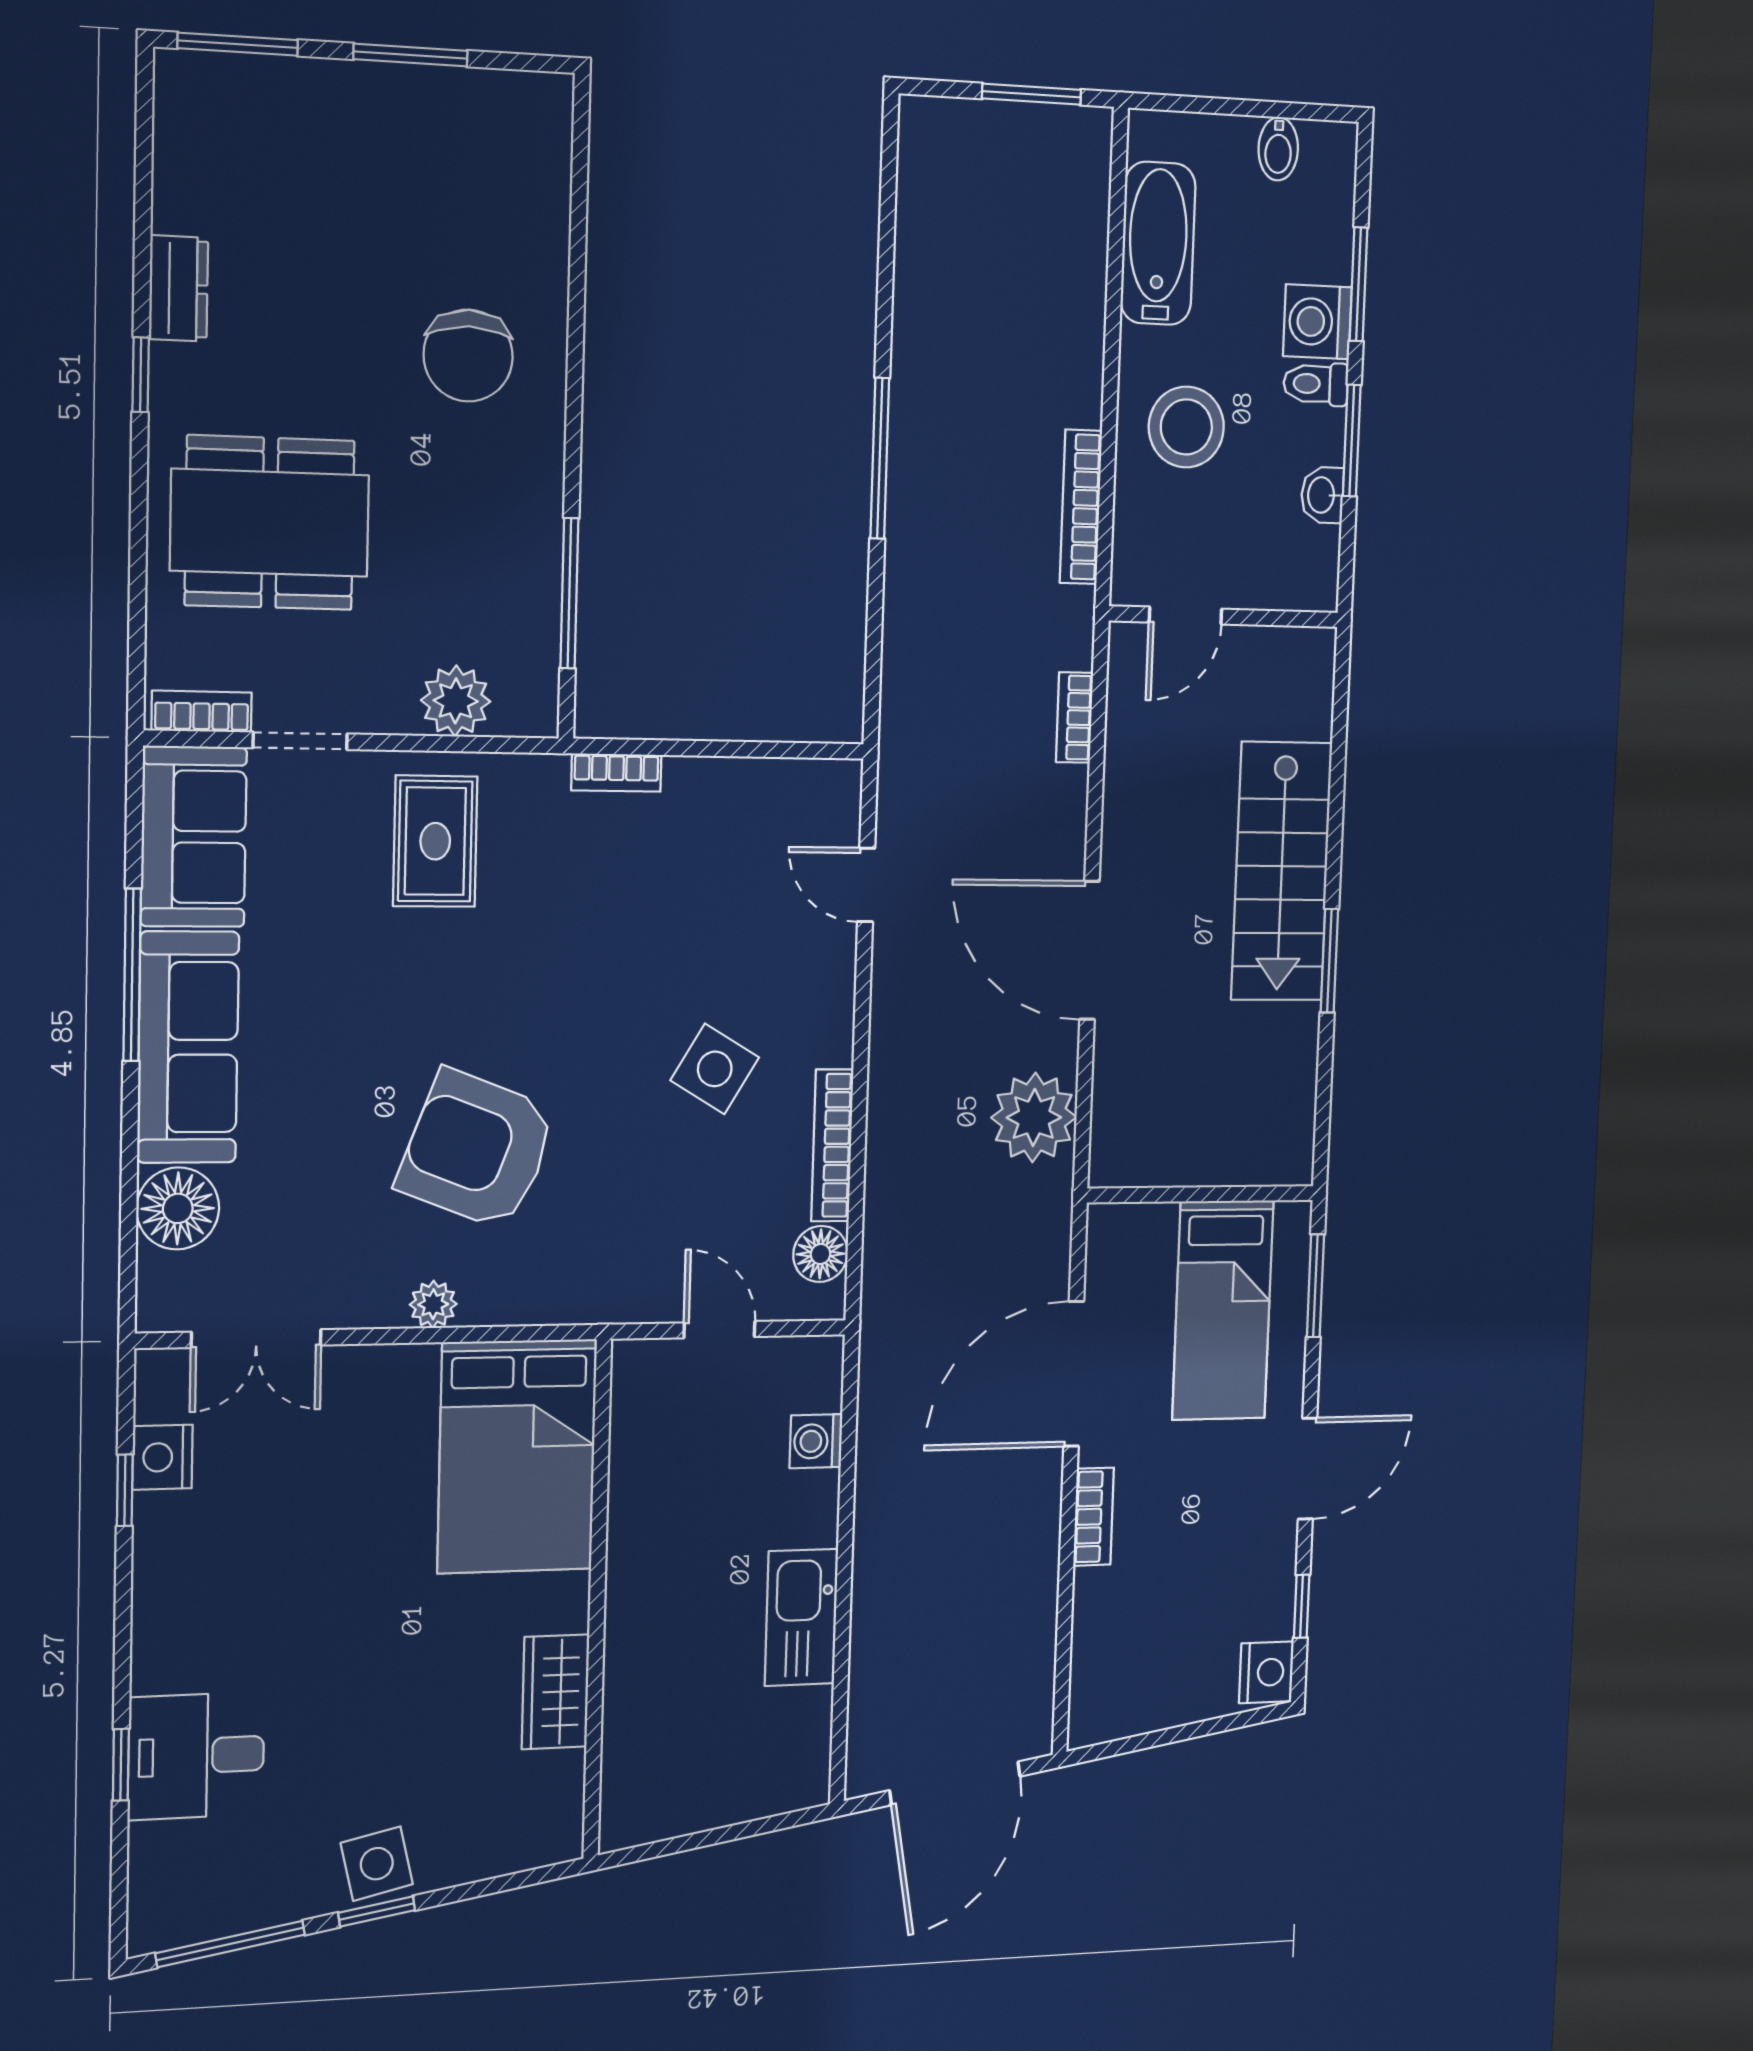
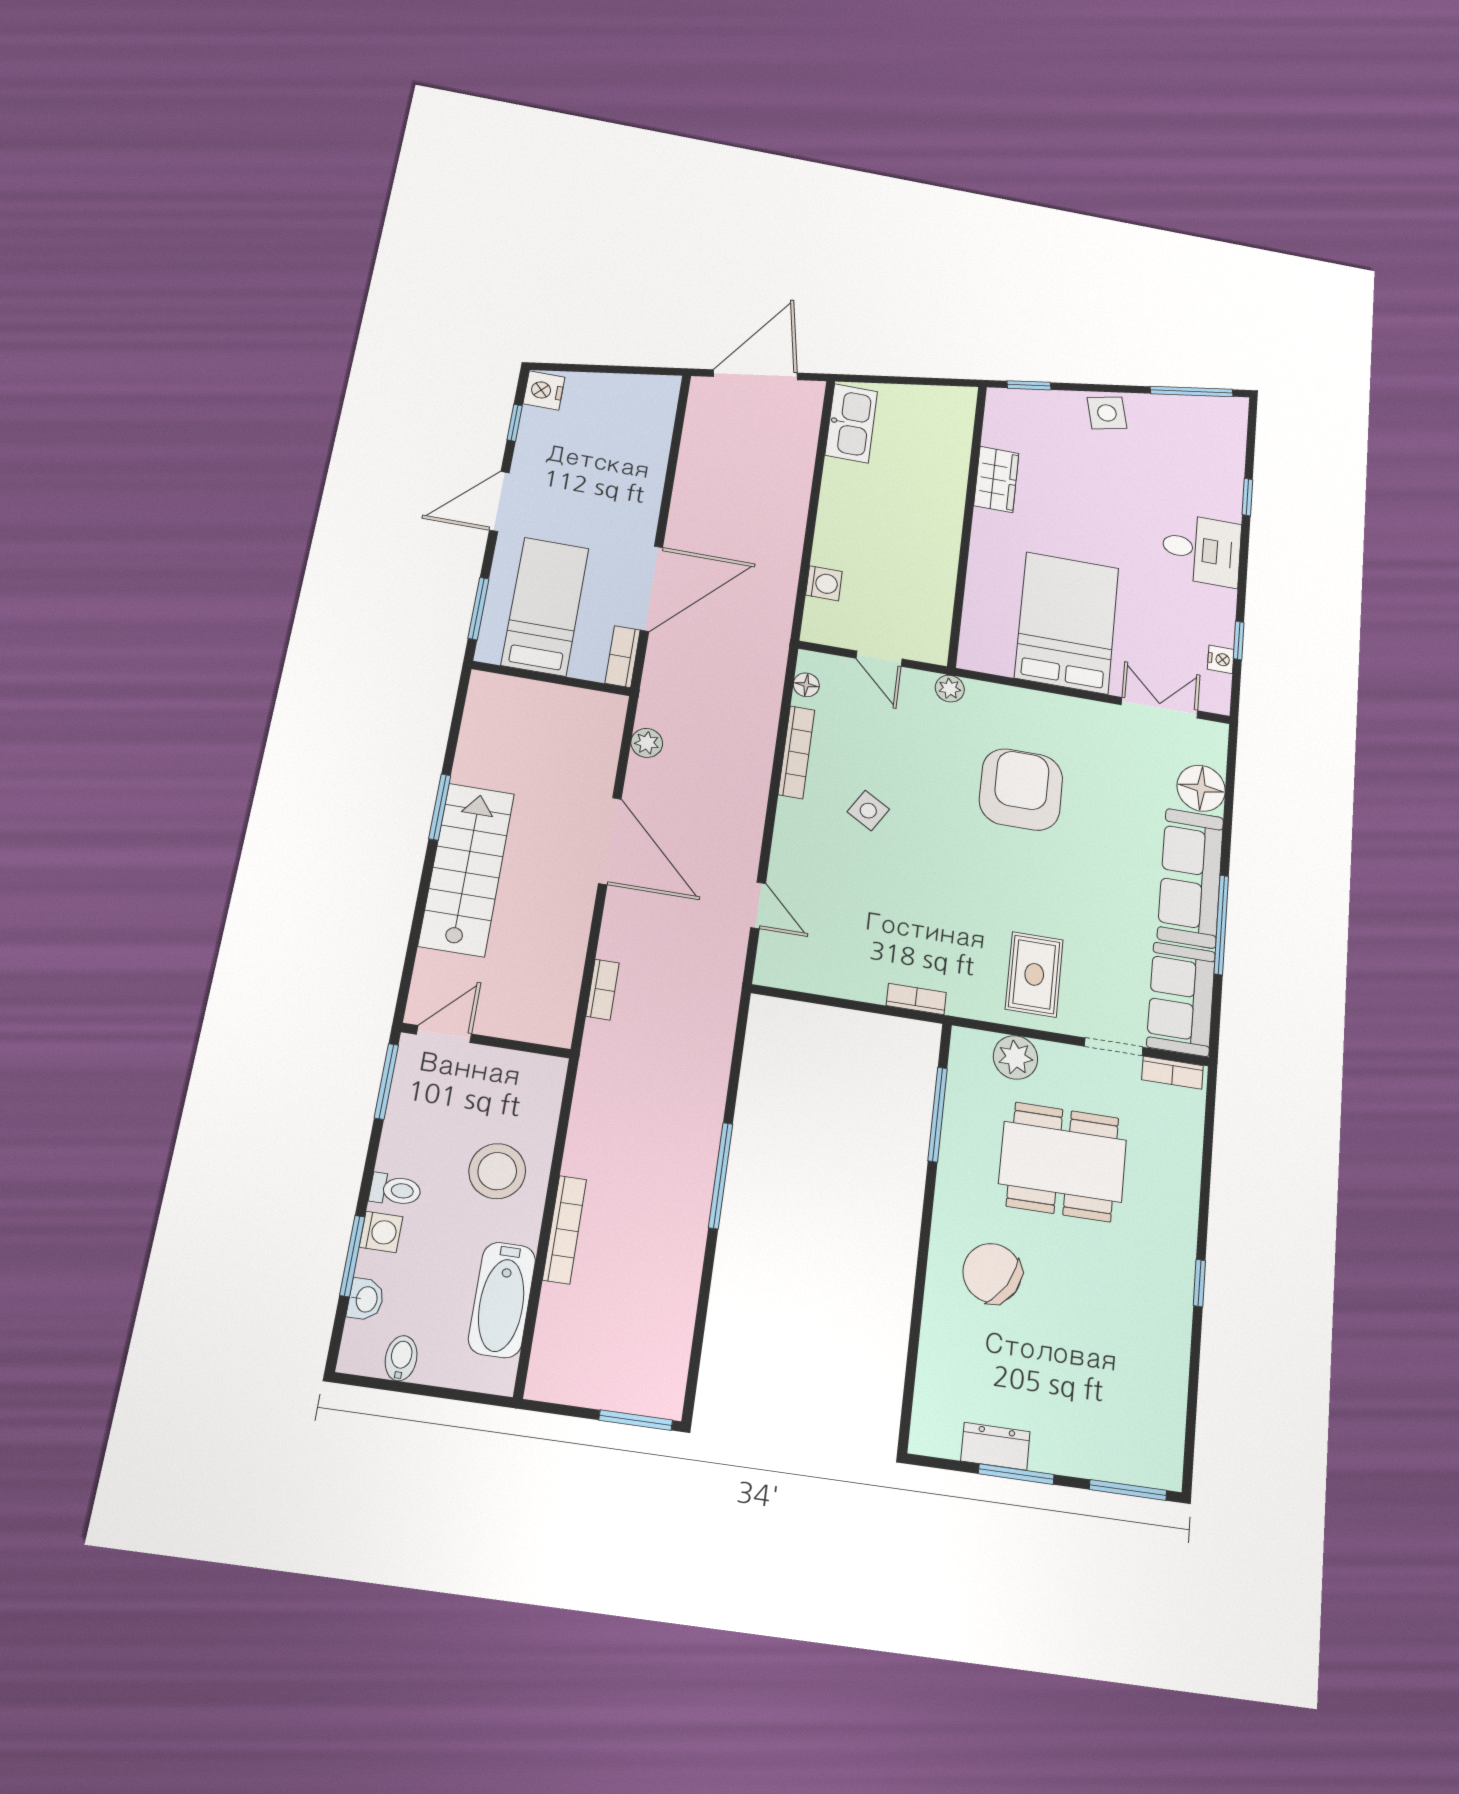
window: (1032, 94) -> (636, 1420), moved
dresser: (178, 288) -> (995, 1446), moved, turned 90
washing machine: (1317, 322) -> (381, 1232), width x0.73, depth x0.73
chair: (468, 356) -> (992, 1273), turned -59
window: (1352, 441) -> (386, 1081), moved
washbasin: (1322, 495) -> (366, 1299), moved
bookcase: (1081, 507) -> (565, 1230), moved
dining table: (270, 523) -> (1063, 1162), moved
door: (1186, 616) -> (444, 1034), moved
side table: (715, 1069) -> (868, 811), width x0.73, depth x0.73
plant: (1034, 1117) -> (647, 743), width x0.53, depth x0.53
armchair: (477, 1150) -> (1021, 789), turned -111
floor lamp: (820, 1254) -> (806, 685), width x0.73, depth x0.73
plant: (433, 1304) -> (950, 689), moved
bed: (517, 1456) -> (1067, 623), moved
nightstand: (162, 1457) -> (1221, 659), width x0.72, depth x0.74
bookcase: (1094, 1517) -> (623, 657), moved
kitchen sink: (801, 1617) -> (851, 423), moved
desk: (196, 1756) -> (1201, 550), moved
window: (377, 1912) -> (1029, 385), moved

